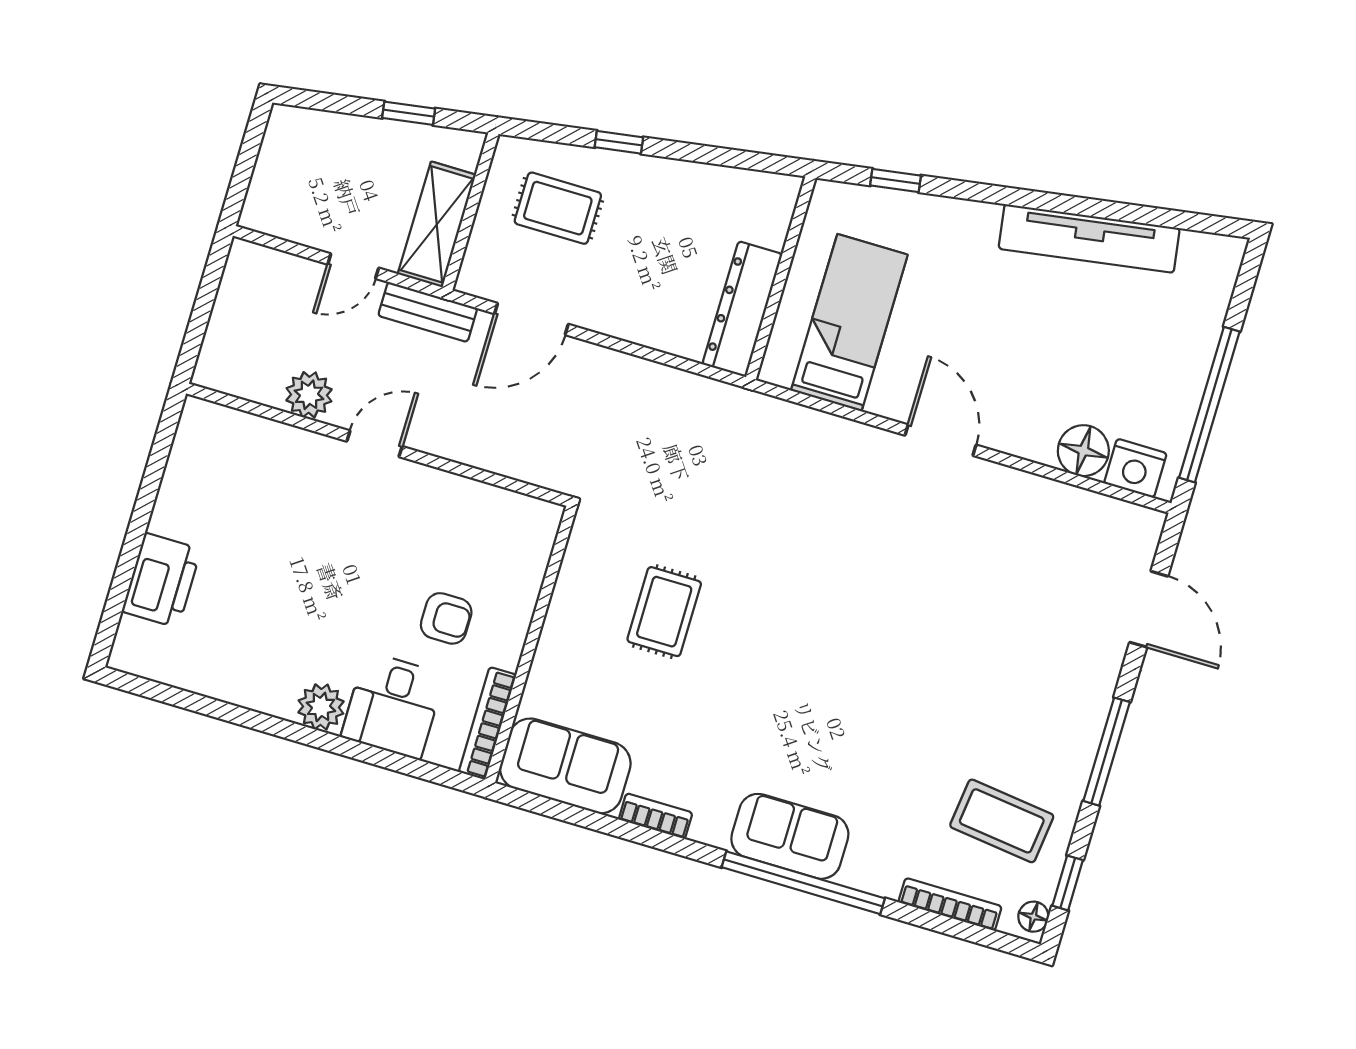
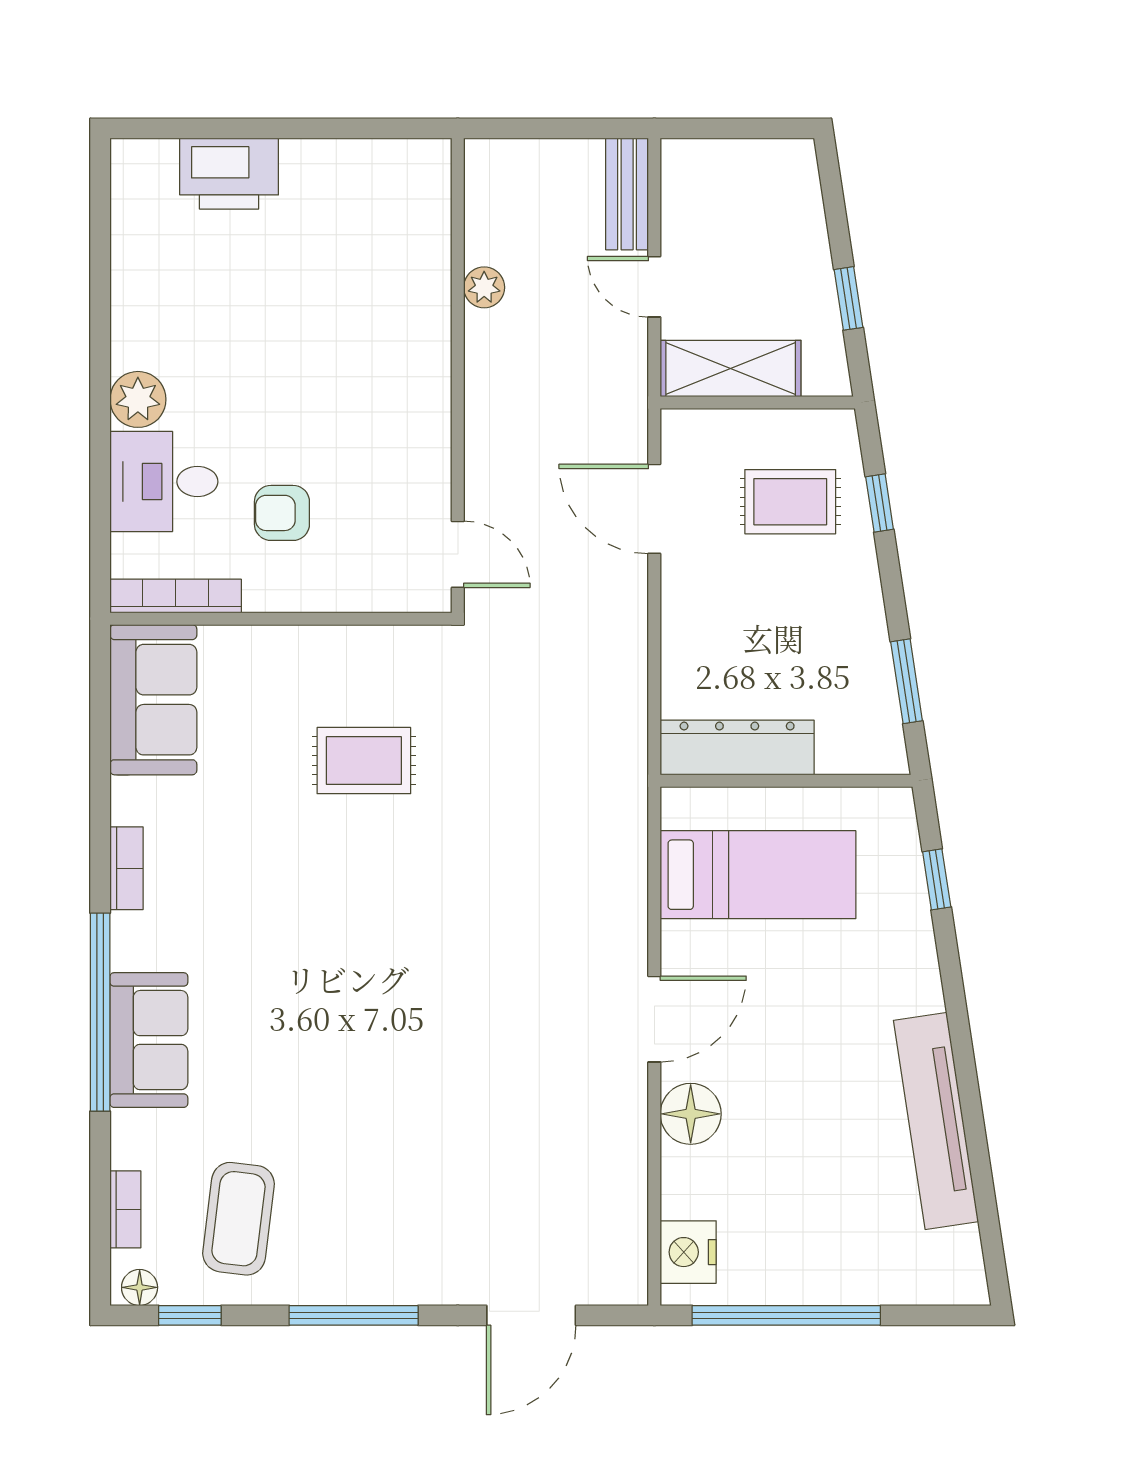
window: (619, 142) -> (880, 503), moved
window: (729, 158) -> (907, 681), added
rug: (558, 208) -> (790, 502), turned 90
bench: (428, 312) -> (627, 194), moved
plant: (309, 395) -> (484, 287), width x0.73, depth x0.73
door: (374, 444) -> (458, 554), moved
floor lamp: (1083, 451) -> (691, 1114), moved
armchair: (446, 618) -> (282, 513), turned 90
bookcase: (656, 816) -> (126, 868), moved
sofa: (790, 836) -> (149, 1040), moved
bookcase: (950, 904) -> (125, 1209), width x0.64

